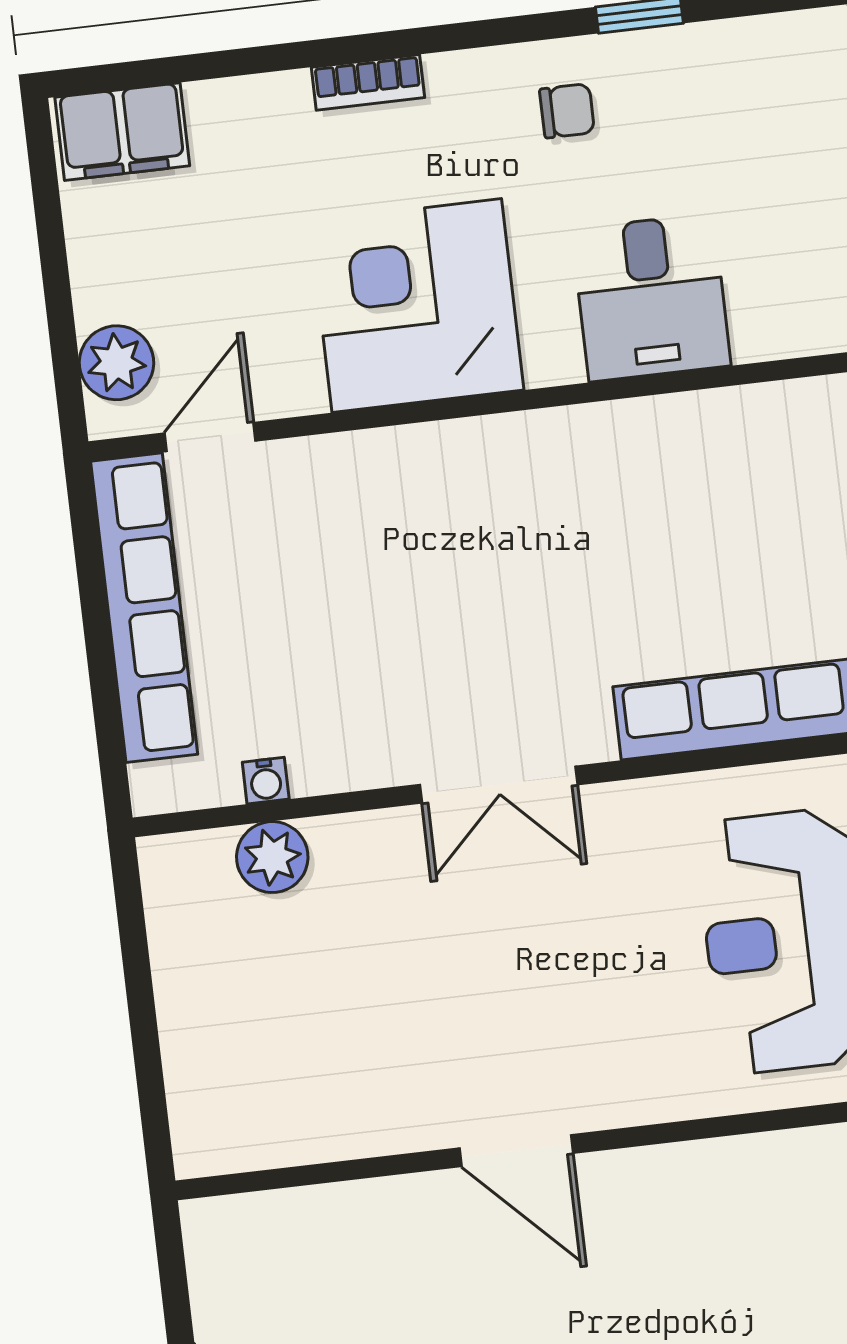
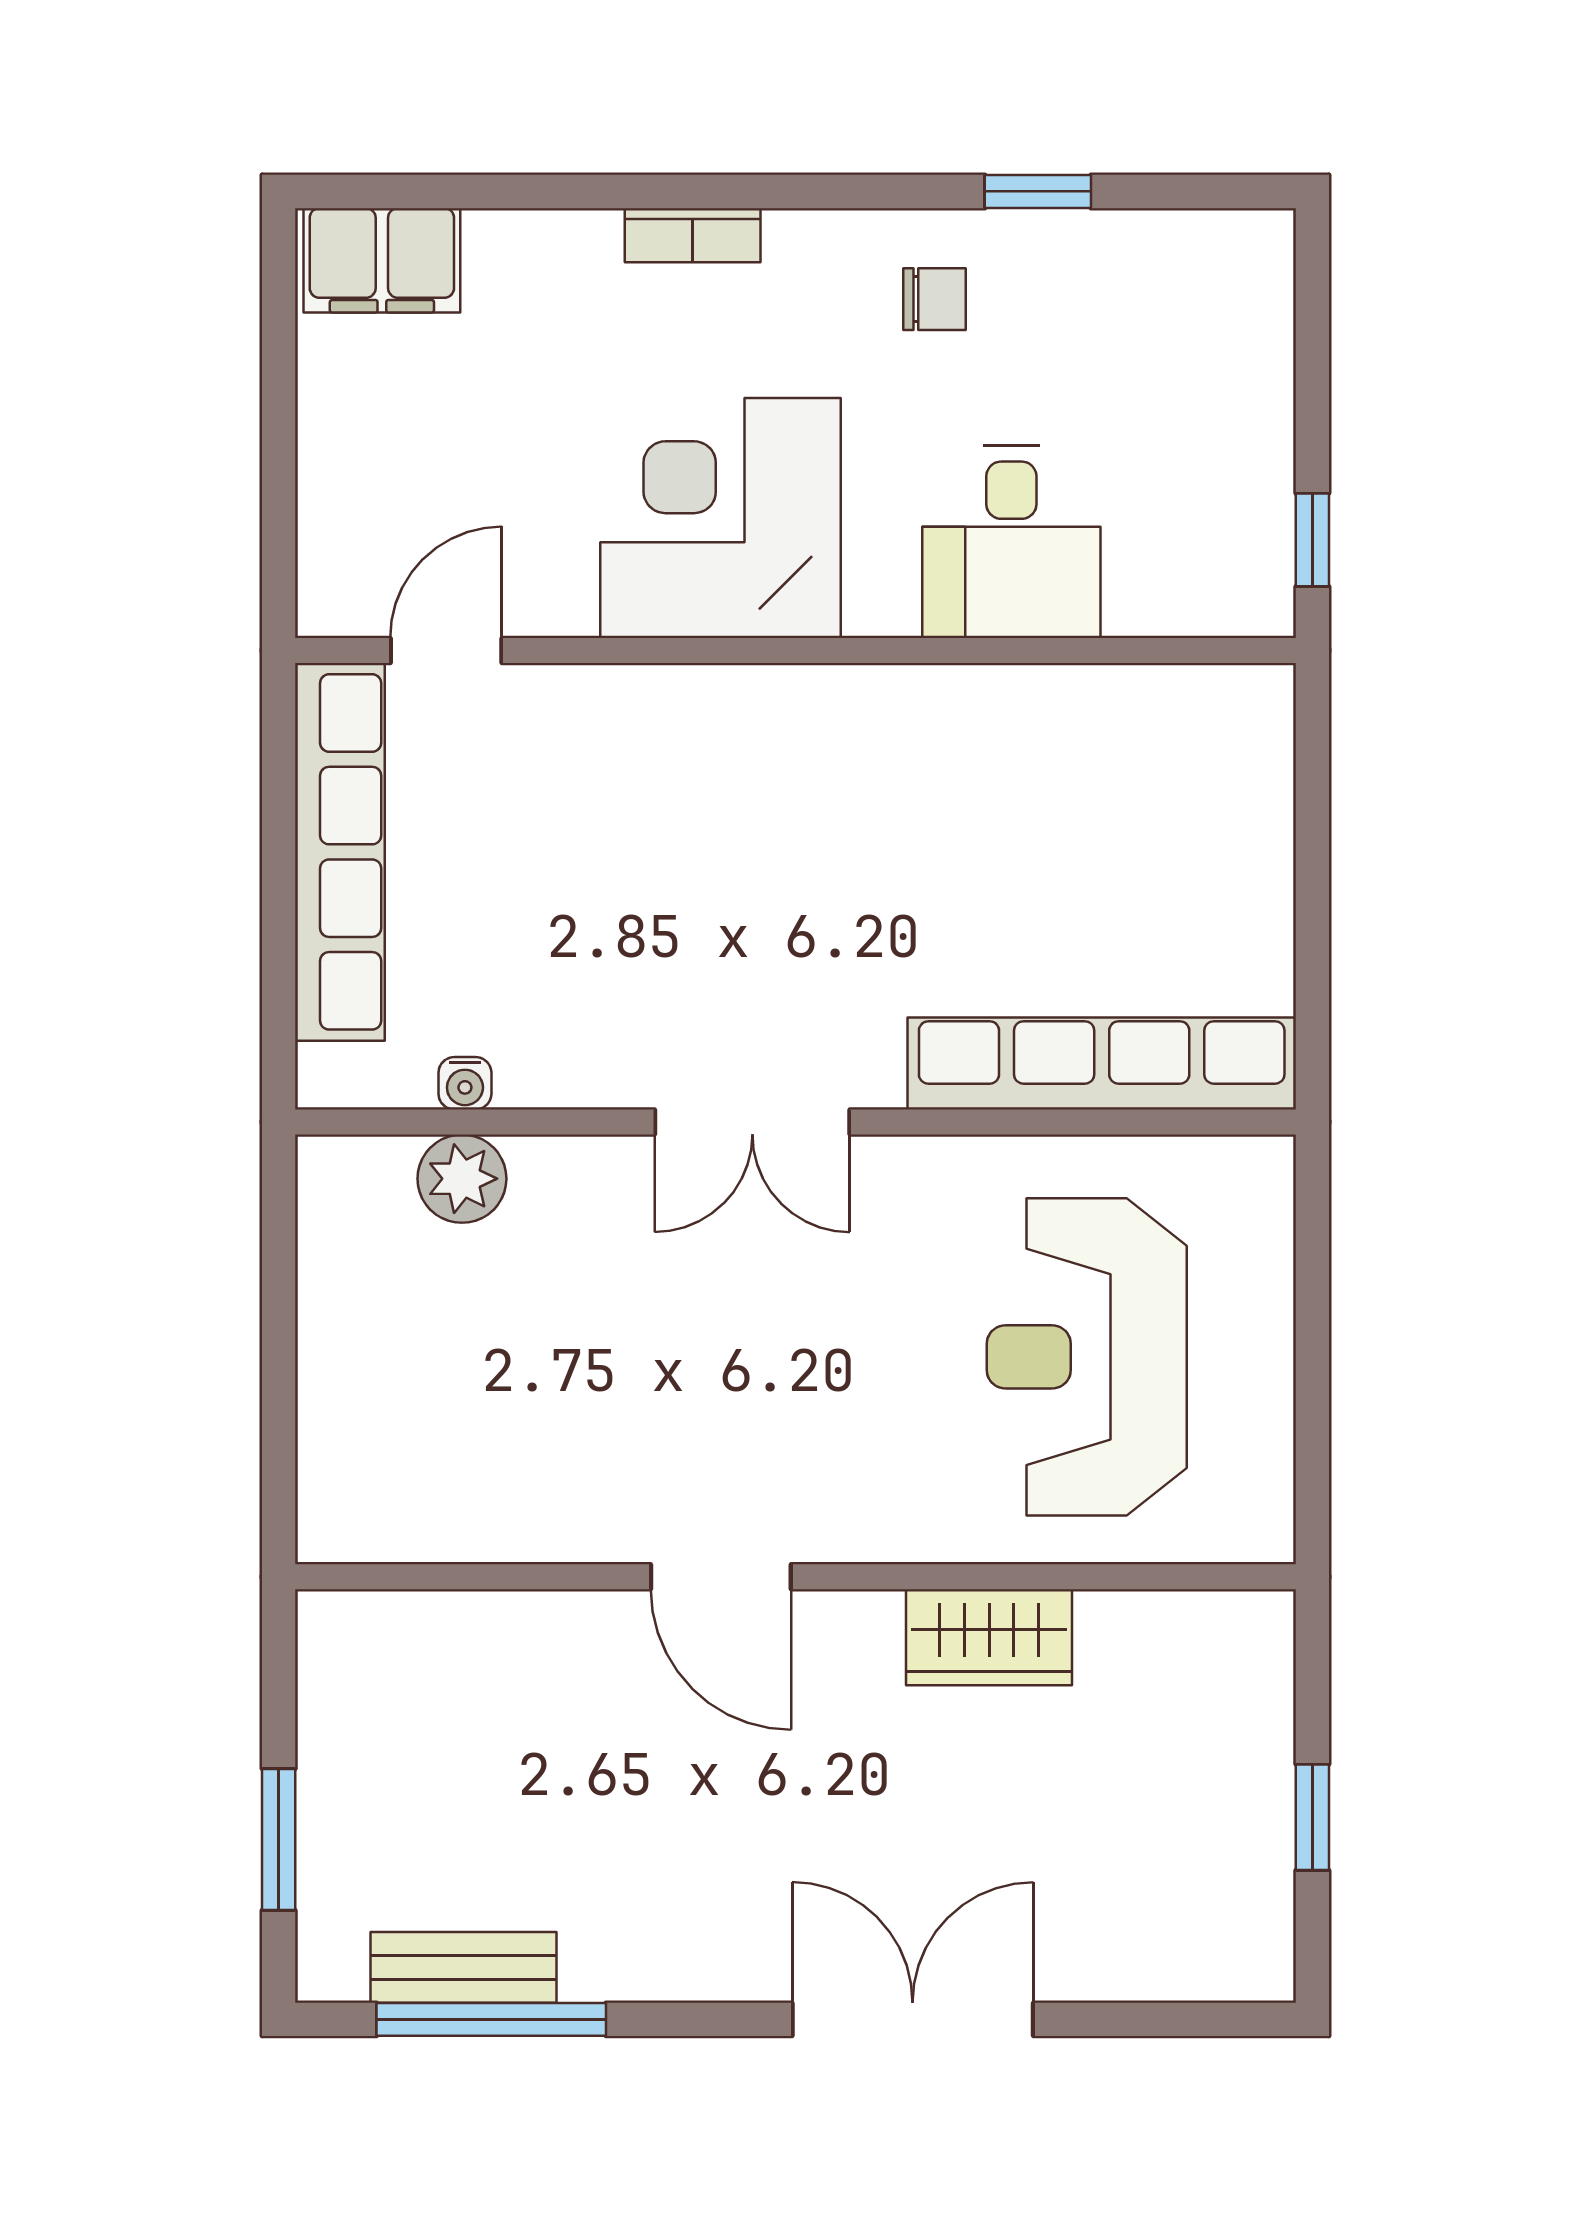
plant: (116, 363) -> (341, 545), removed
wardrobe: (736, 1174) -> (989, 1637), added

